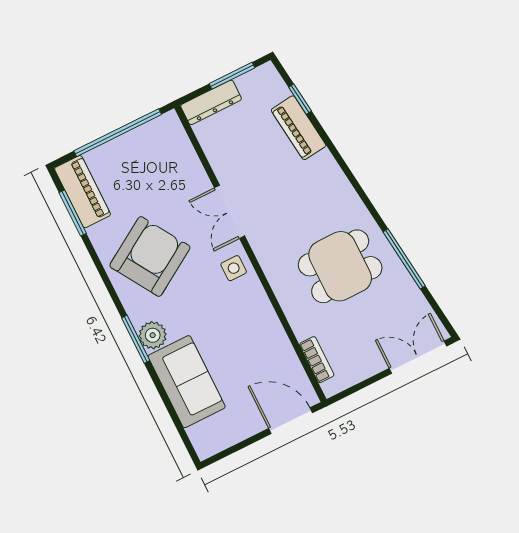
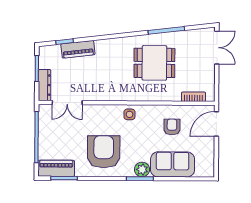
double door: (230, 212) -> (67, 103), moved
armchair: (150, 257) -> (104, 152), turned 32
dining table: (340, 266) -> (154, 63), turned 90
armchair: (249, 349) -> (172, 127), added
double door: (418, 357) -> (217, 48), swing flipped

